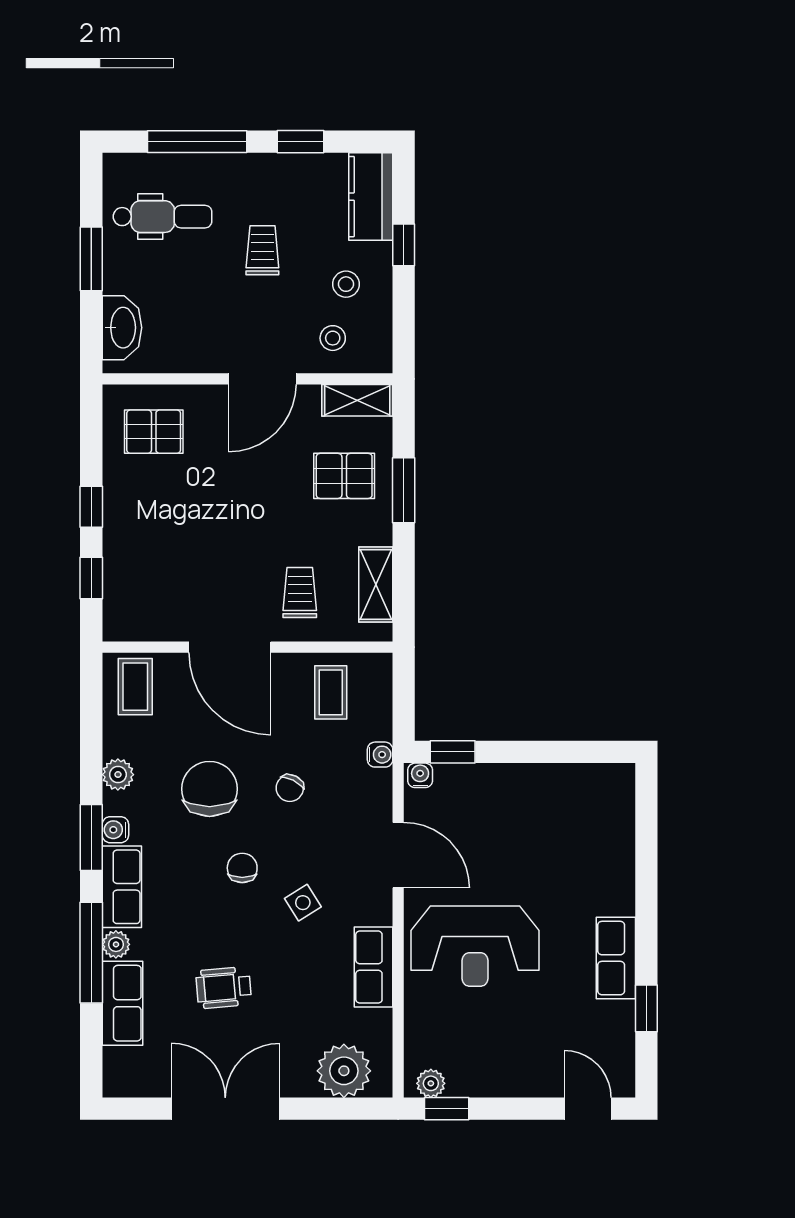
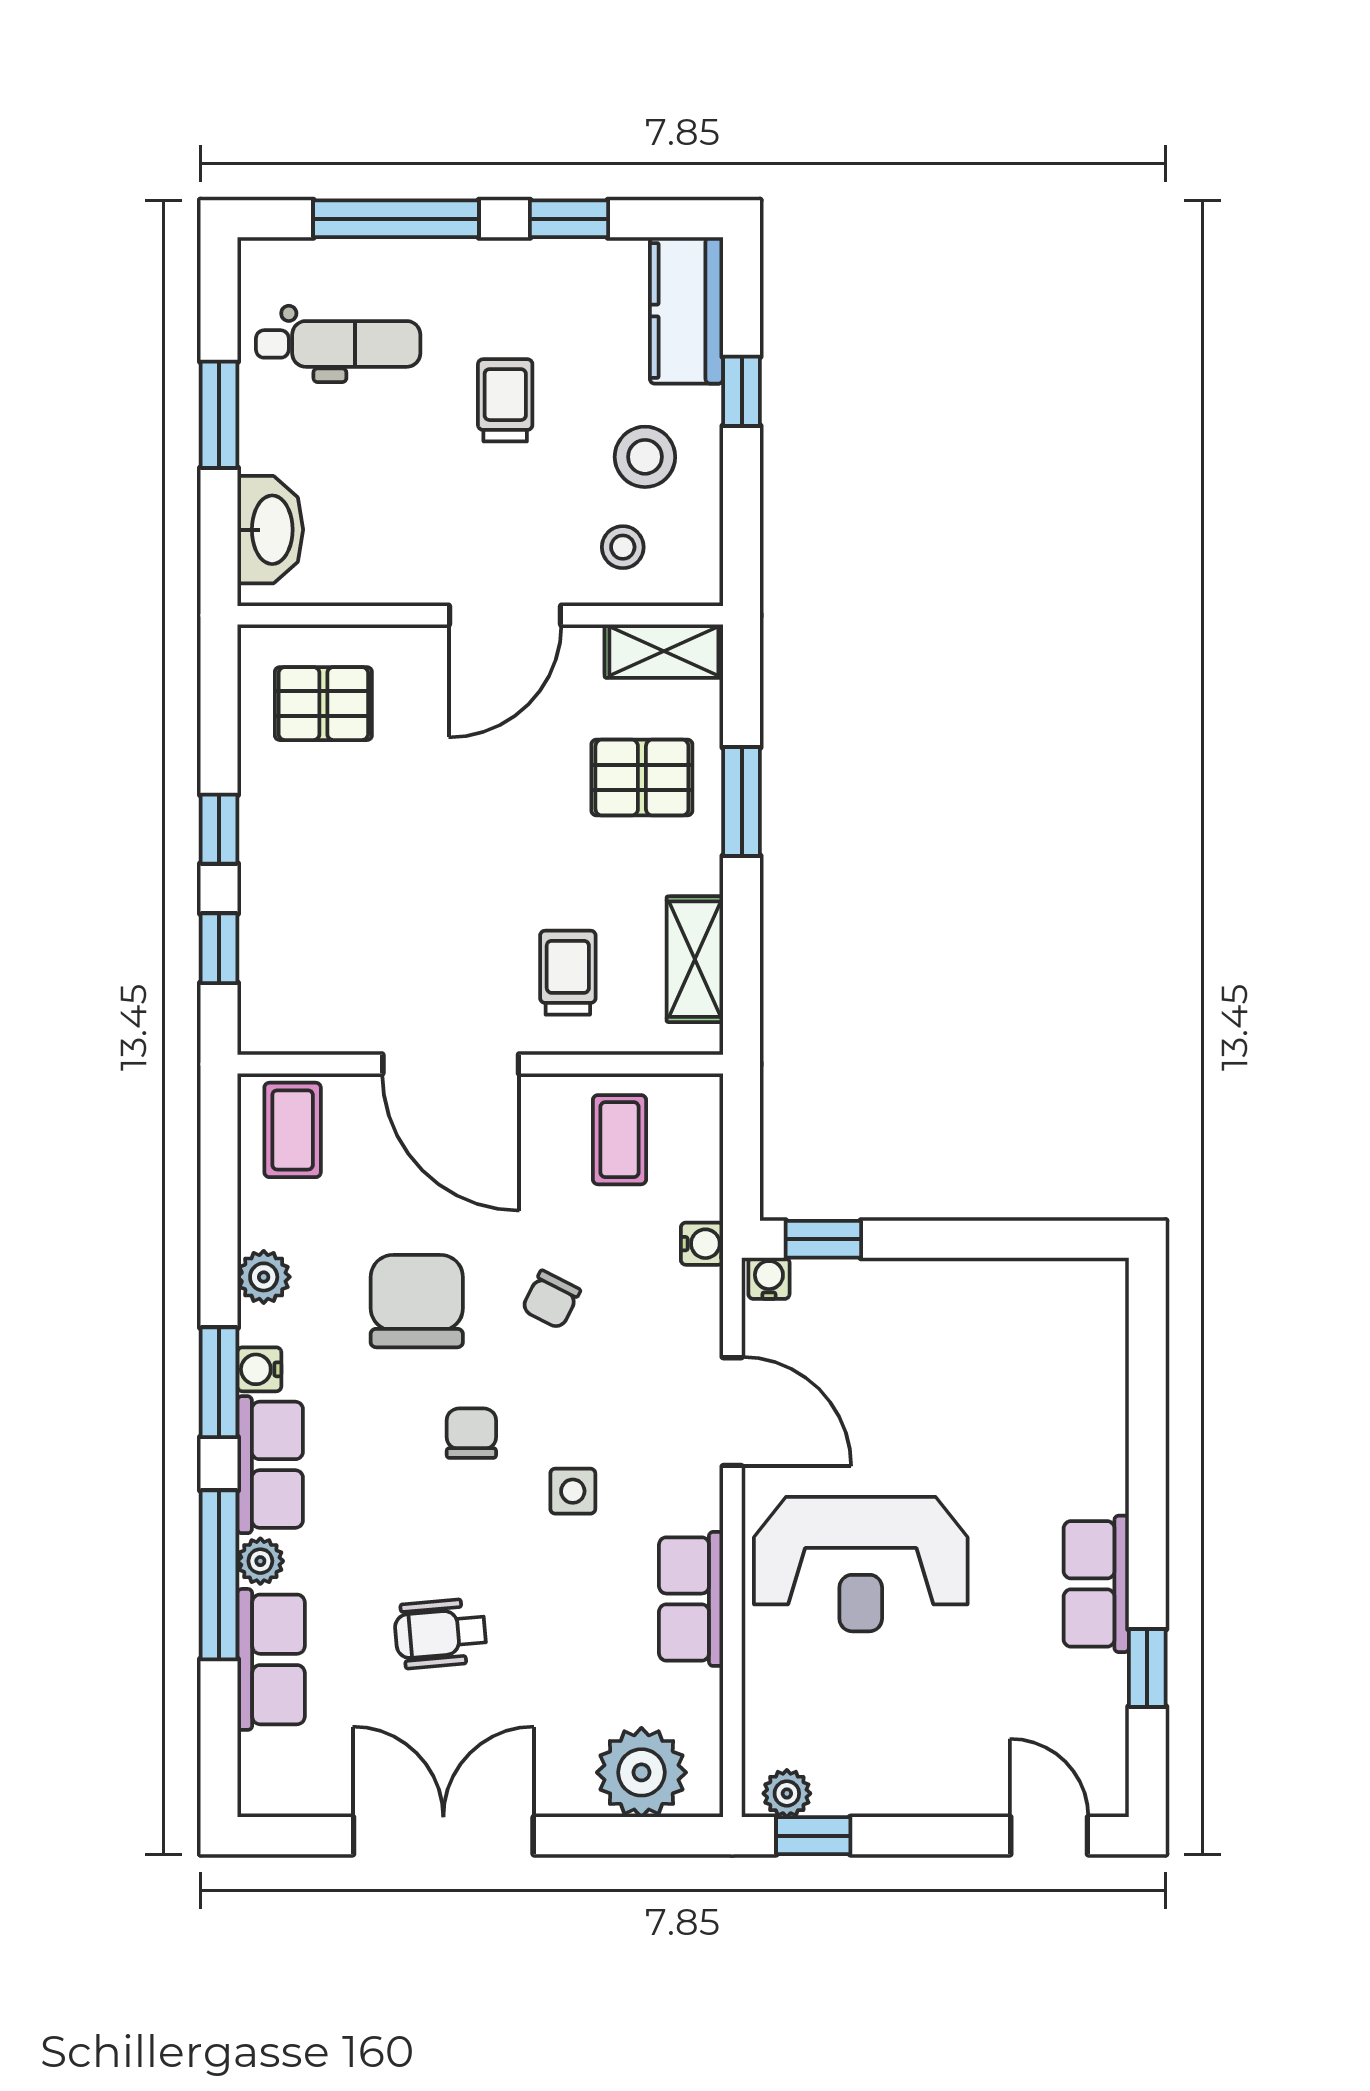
stool: (346, 284) -> (645, 457), width x1.37, depth x1.37
side table: (303, 903) -> (573, 1491), turned 32

